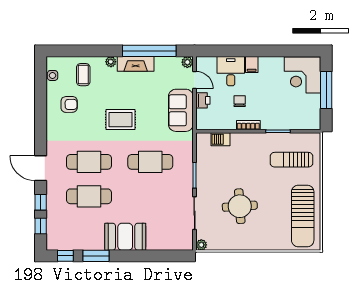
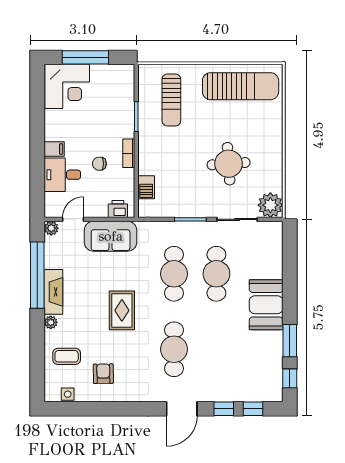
printer: (203, 100) -> (118, 209), moved
cafe table: (89, 196) -> (216, 274), moved
plant: (201, 245) -> (270, 205), width x1.88, depth x1.88

